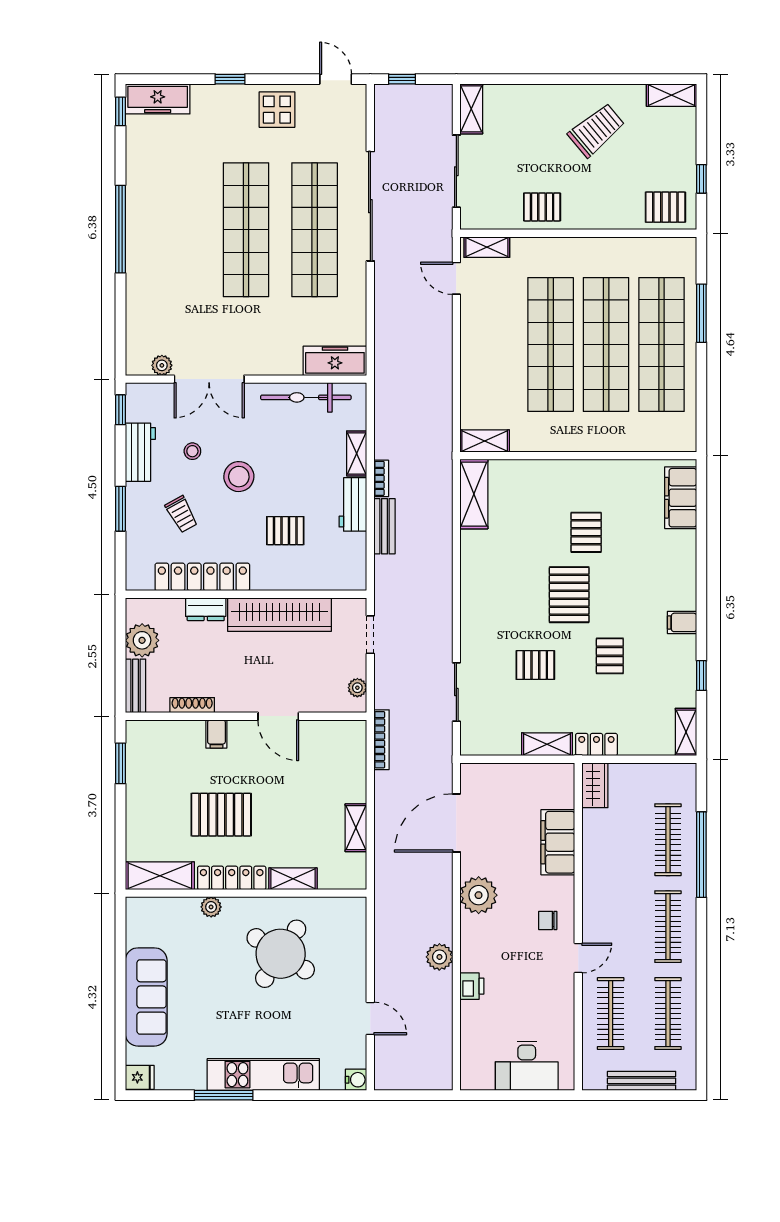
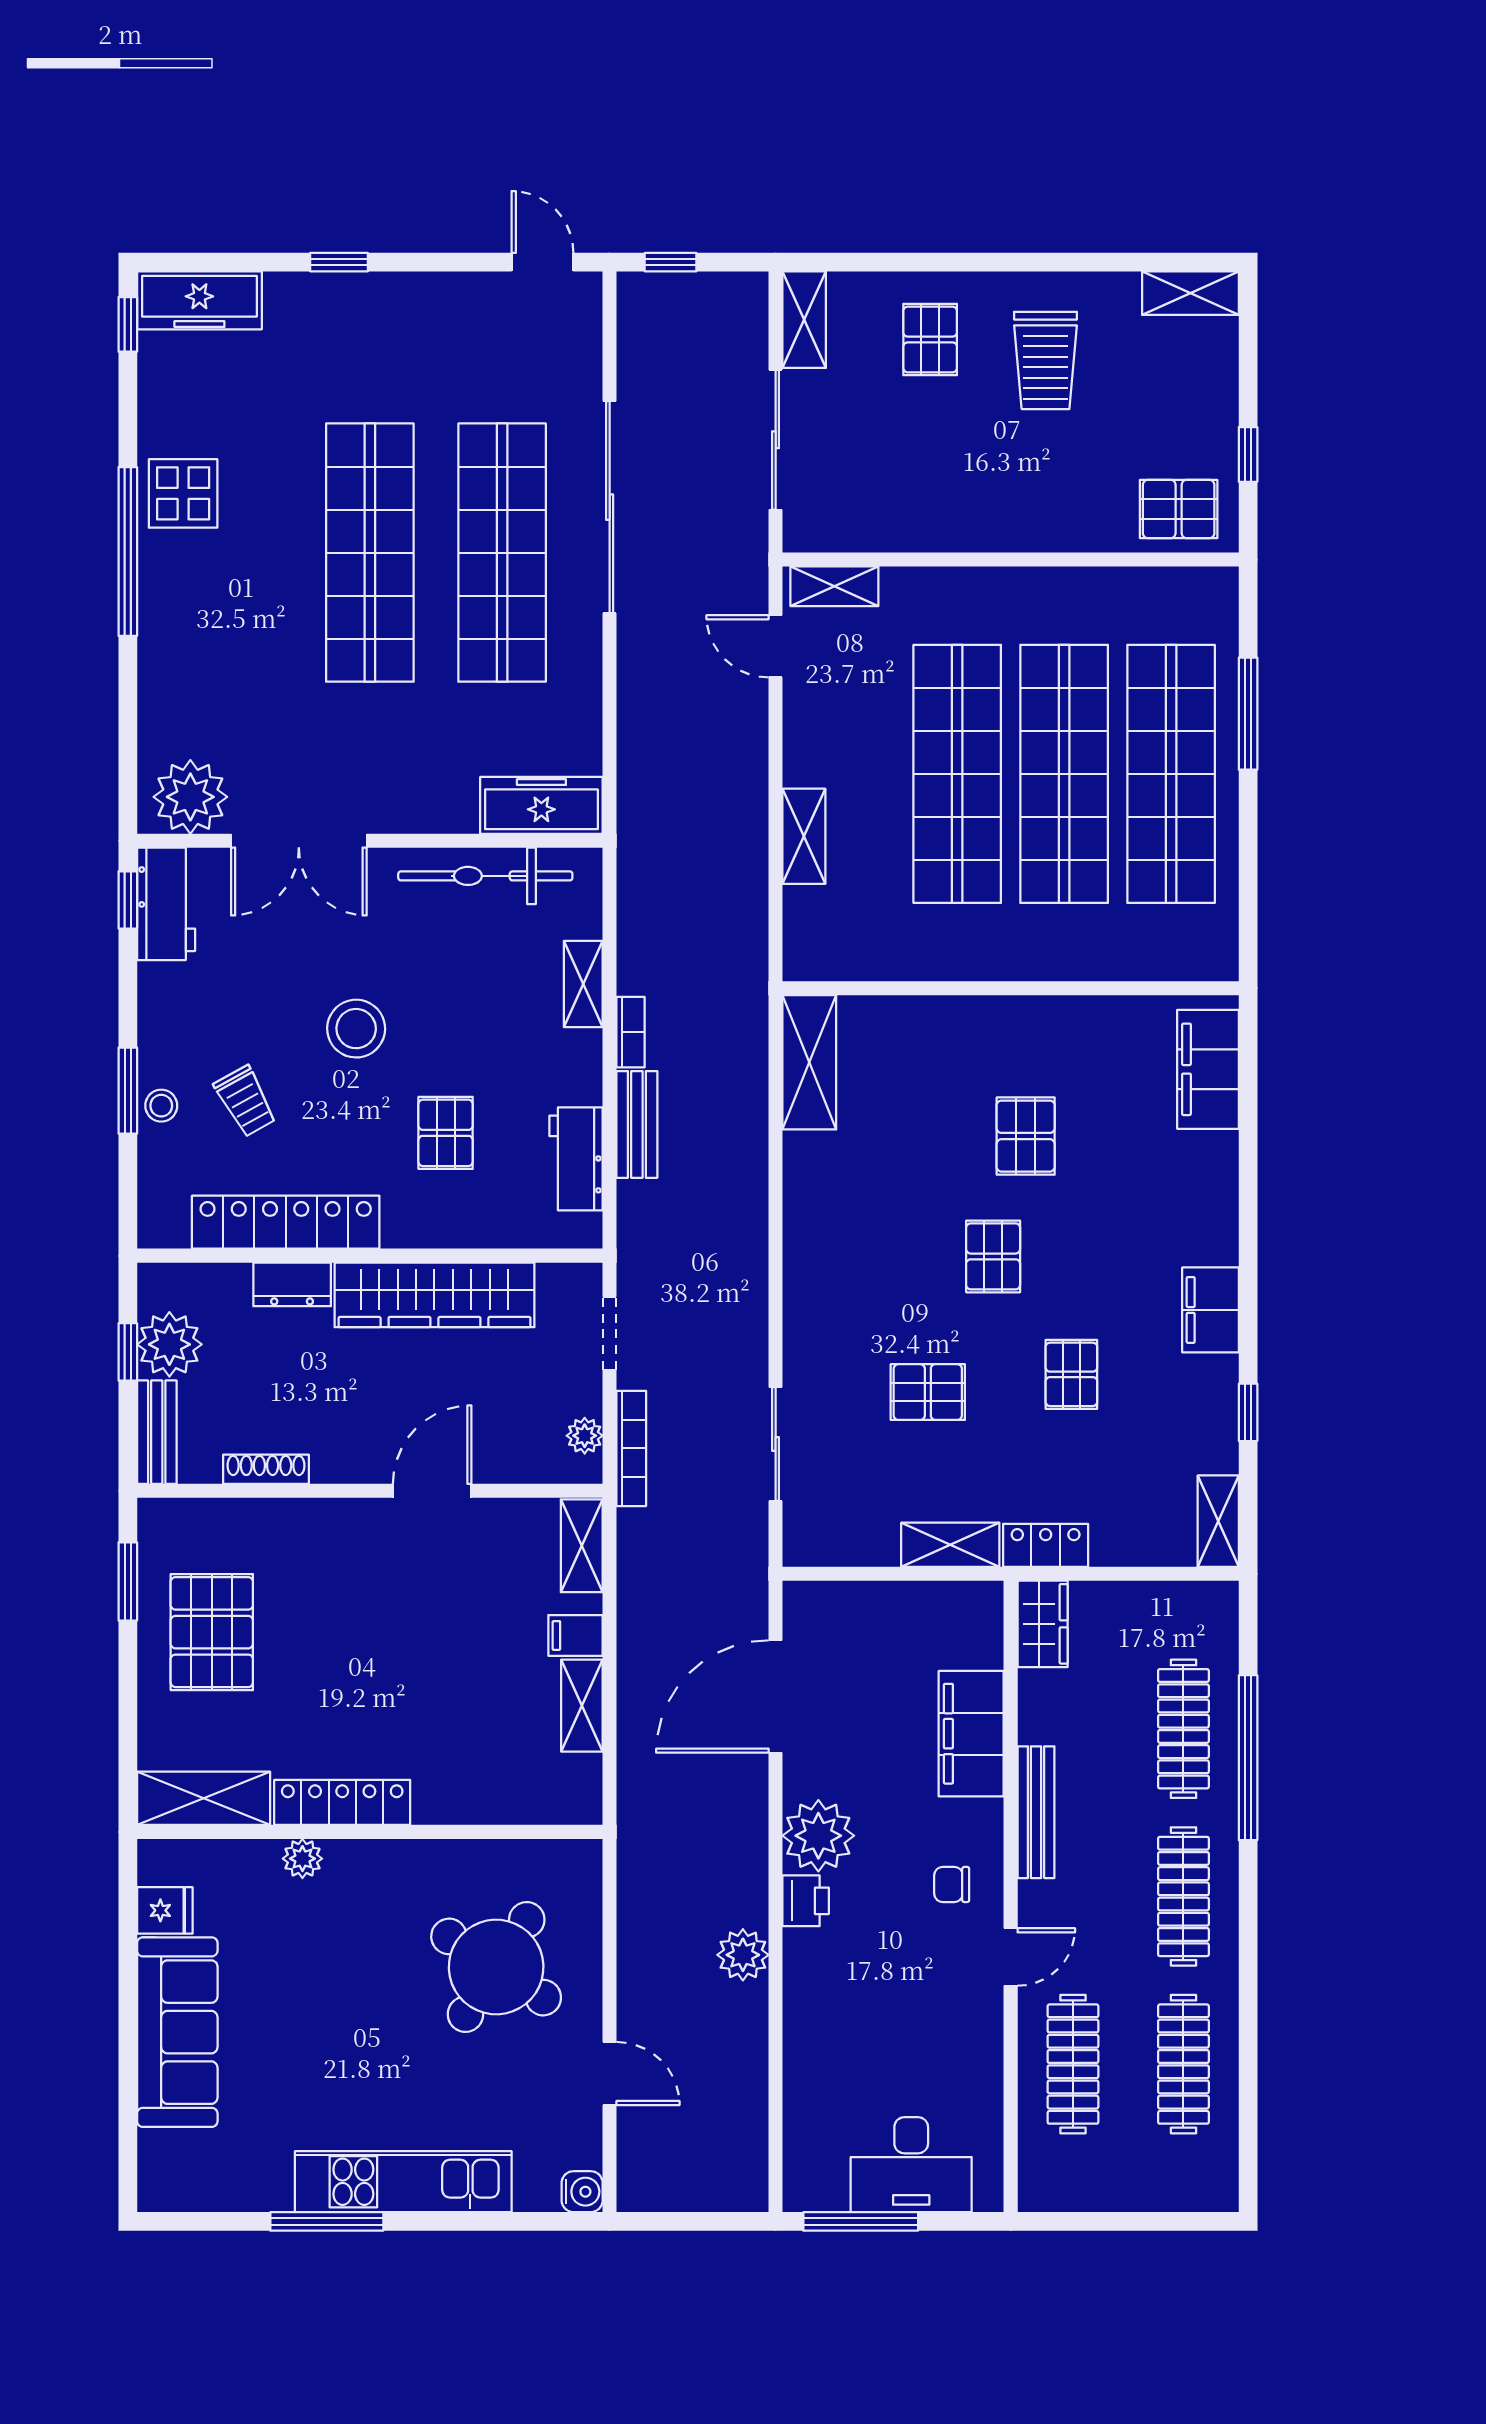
display table: (277, 110) -> (183, 493), moved
trolley: (596, 130) -> (1046, 360), turned 130
pallet: (542, 207) -> (930, 339), moved, turned 90
plant: (162, 365) -> (190, 797), width x1.87, depth x1.87
shelving: (485, 441) -> (804, 836), moved, turned 90
stool: (192, 451) -> (161, 1106), moved
workbench: (140, 452) -> (166, 904), moved
workbench: (353, 504) -> (576, 1159), moved
pallet: (285, 531) -> (446, 1133), turned 90
pallet: (569, 595) -> (993, 1256), width x0.67, depth x0.71
filing cabinet: (682, 622) -> (1211, 1310), width x2.00
window: (120, 644) -> (128, 1352), added
door: (278, 716) -> (432, 1491), swing flipped
filing cabinet: (216, 734) -> (575, 1635), moved, turned 90
bookcase: (382, 740) -> (631, 1448), moved
pallet: (221, 815) -> (212, 1632), moved, turned 90
shelving: (293, 879) -> (582, 1546), moved, turned 90
round table: (281, 954) -> (496, 1967), moved
printer: (472, 986) -> (806, 1901), moved
fridge: (140, 1077) -> (165, 1910), moved
bench: (642, 1081) -> (1036, 1812), moved, turned 90
window: (501, 1095) -> (861, 2221), added

